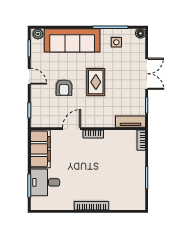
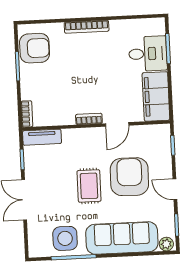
floor lamp: (140, 33) -> (35, 251), removed
side table: (116, 42) -> (65, 238), width x1.87, depth x1.87
armchair: (64, 88) -> (129, 177), width x1.88, depth x1.88
armchair: (133, 191) -> (35, 48), added

